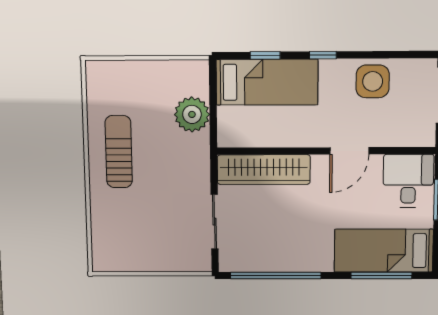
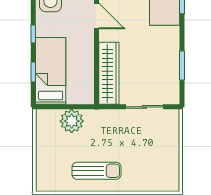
sun lounger: (119, 152) -> (97, 171), turned 180
window: (276, 275) -> (182, 65), width x0.47

